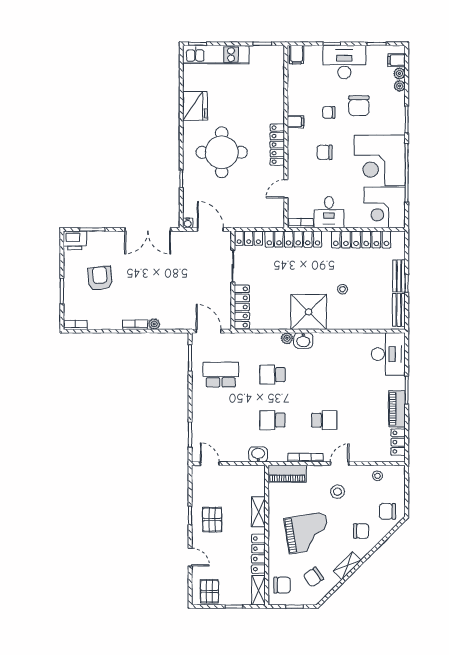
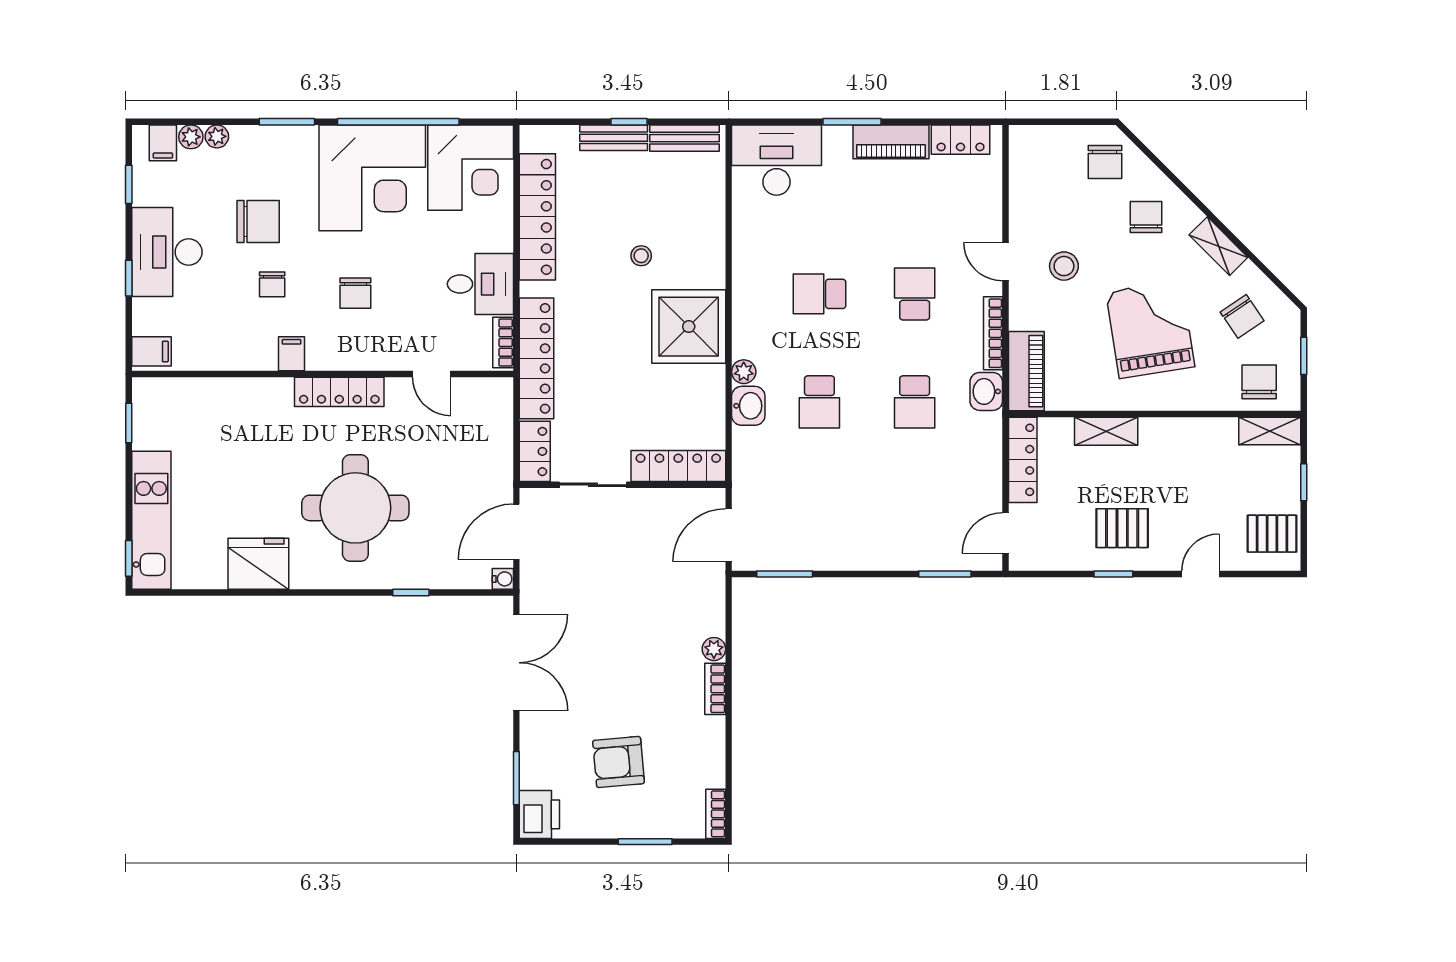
washbasin: (303, 340) -> (748, 406), moved
school desk: (221, 375) -> (819, 294), moved, width x0.54
washbasin: (258, 454) -> (986, 391), moved
stool: (377, 476) -> (1031, 183), removed
locker: (258, 554) -> (1023, 460), moved, turned -90

